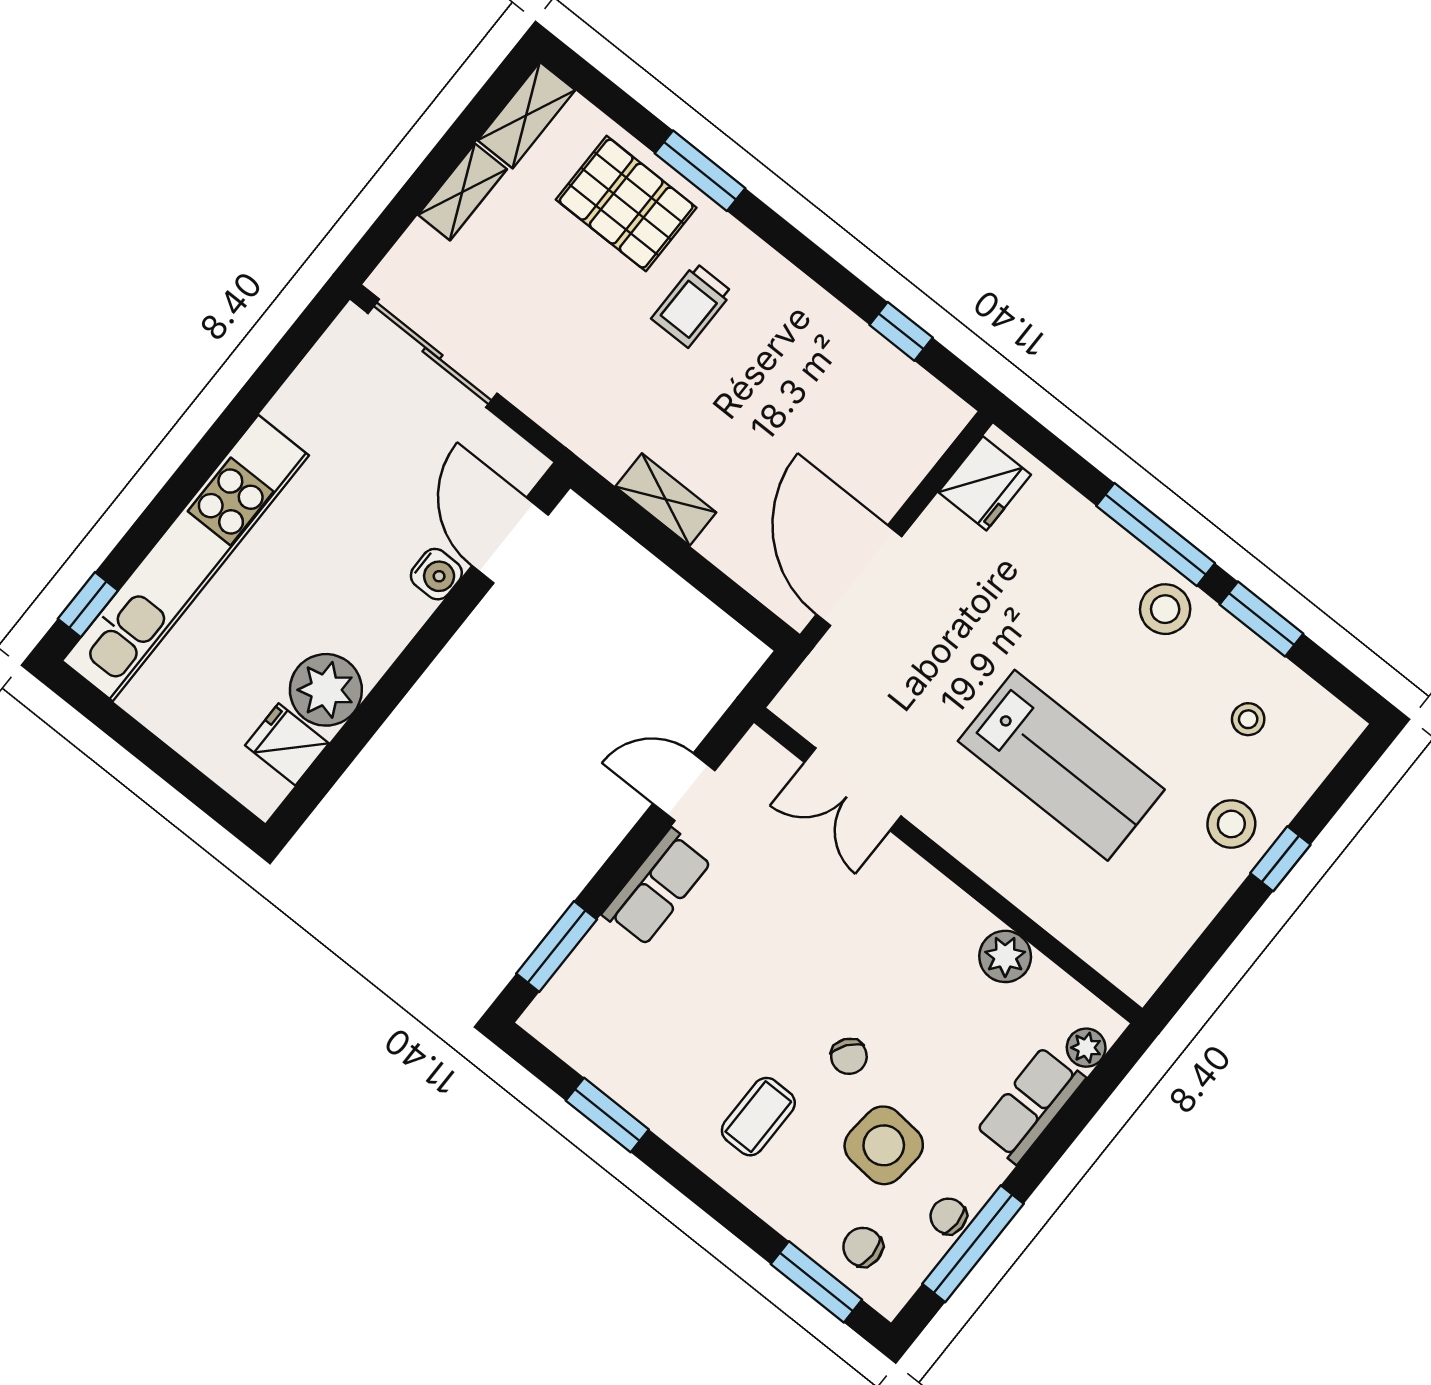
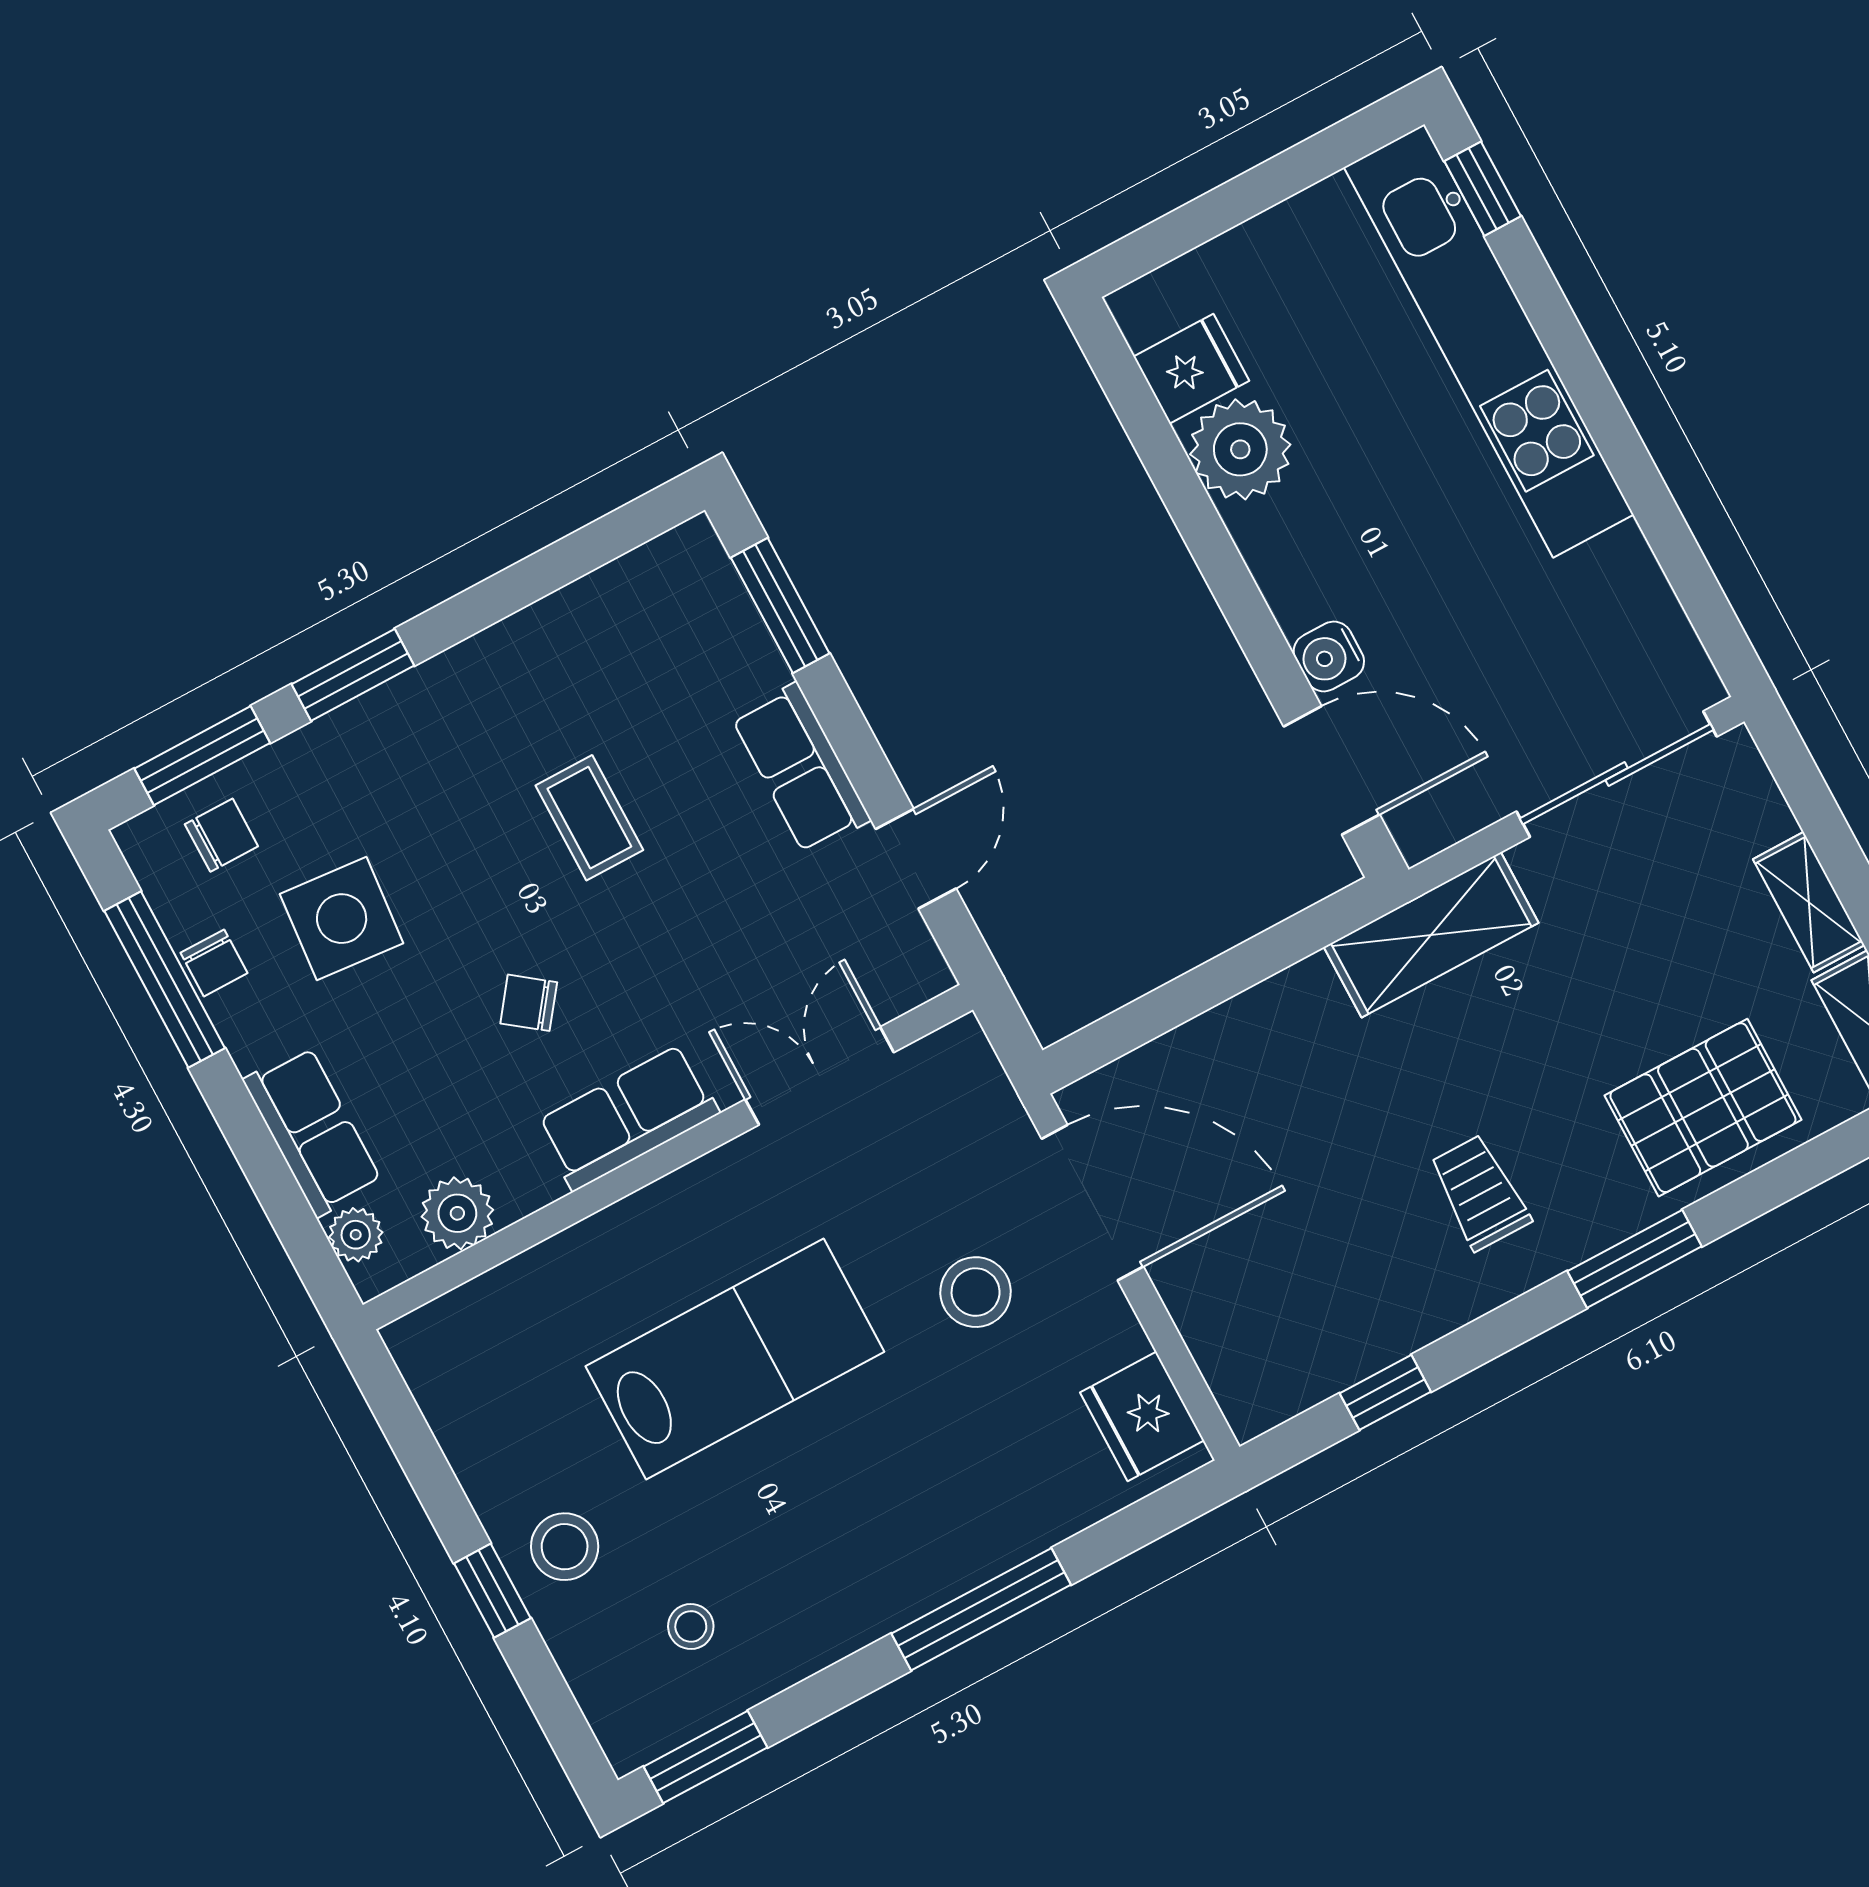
window: (700, 171) -> (1635, 1259), moved
trolley: (692, 305) -> (1480, 1193), moved
shelving: (666, 499) -> (1431, 935), moved, width x1.50, depth x1.33
stool: (1165, 609) -> (976, 1292), moved
window: (1261, 619) -> (705, 1757), moved
lab bench: (1061, 765) -> (735, 1359), turned 180
row of seats: (933, 903) -> (628, 1117), added
plant: (1005, 956) -> (457, 1213), moved
chair: (849, 1056) -> (529, 1003), moved
window: (607, 1115) -> (353, 675), moved
coffee table: (758, 1117) -> (589, 818), moved
chair: (948, 1216) -> (214, 963), turned 90

